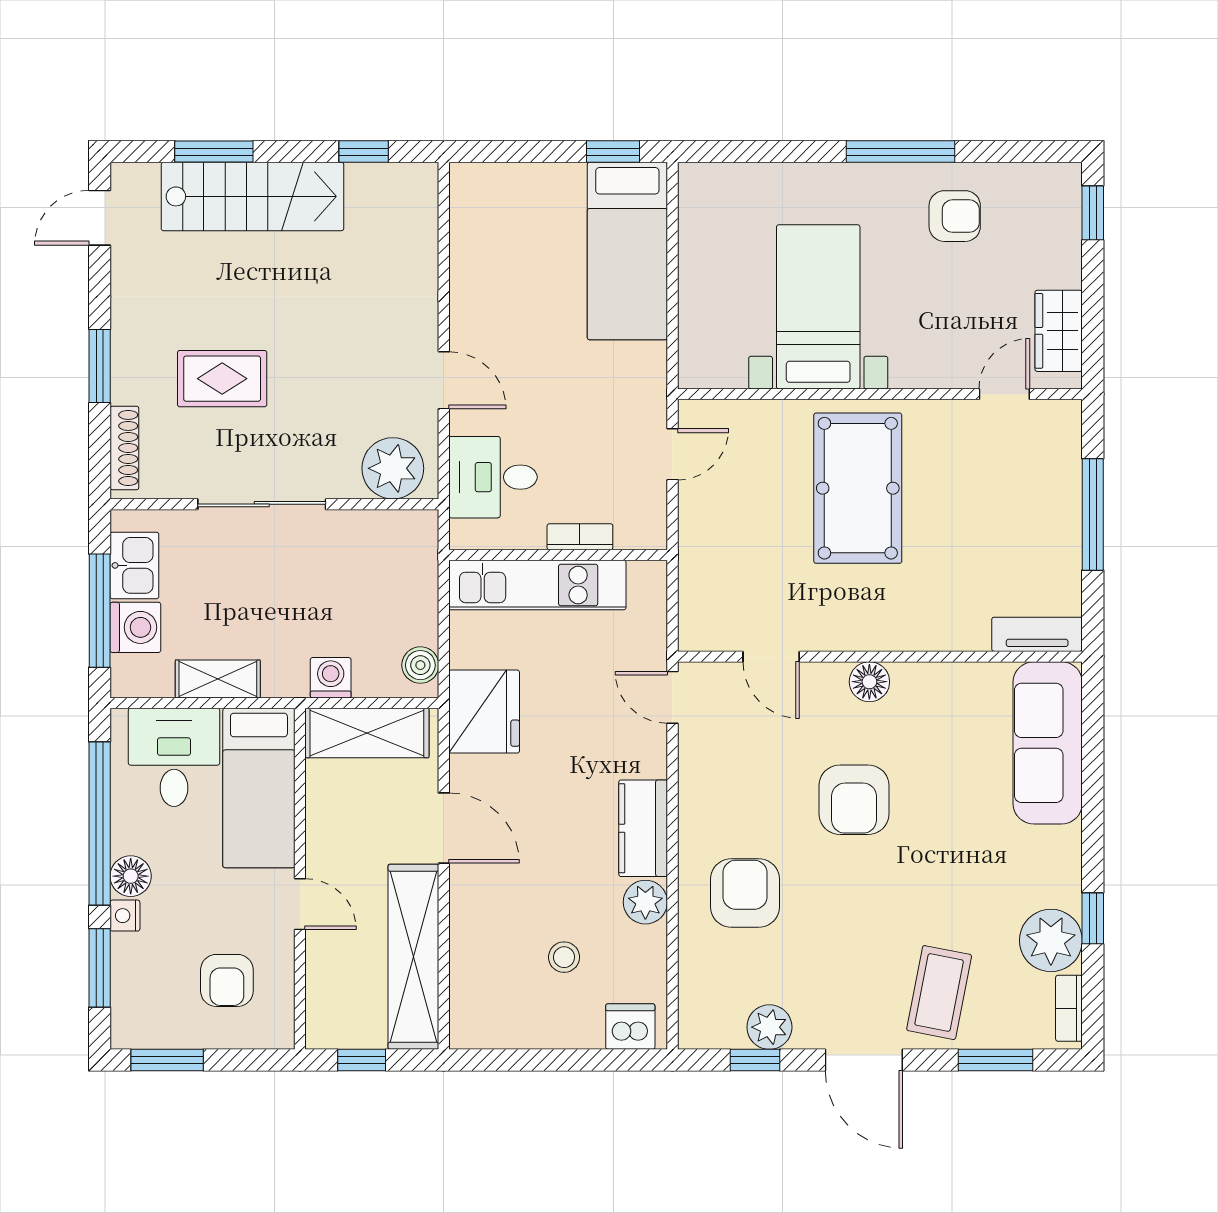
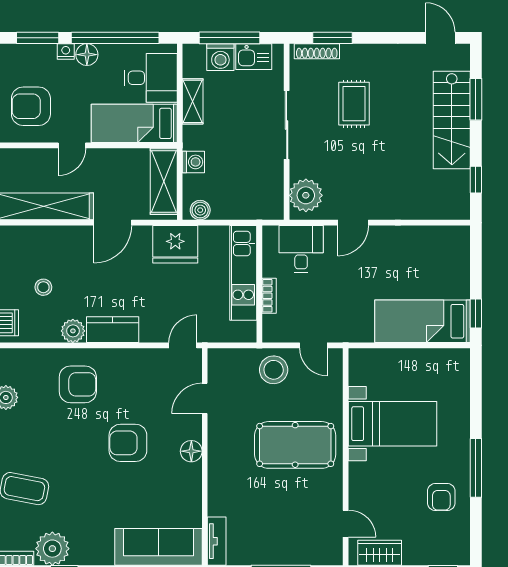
window: (100, 366) -> (333, 38), moved
stool: (718, 528) -> (274, 370), added
armchair: (227, 980) -> (31, 106), width x1.38, depth x1.38

